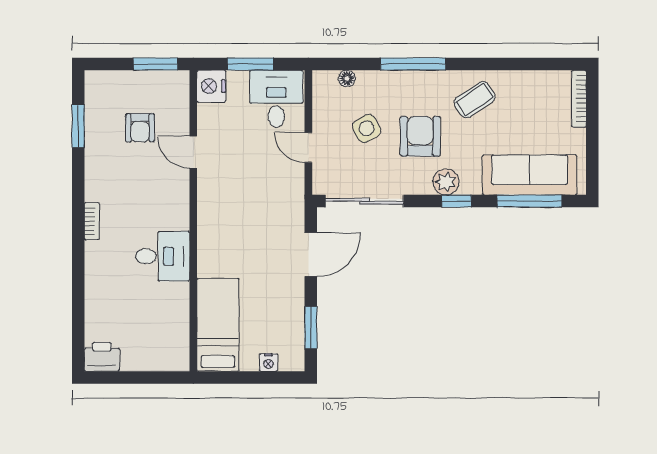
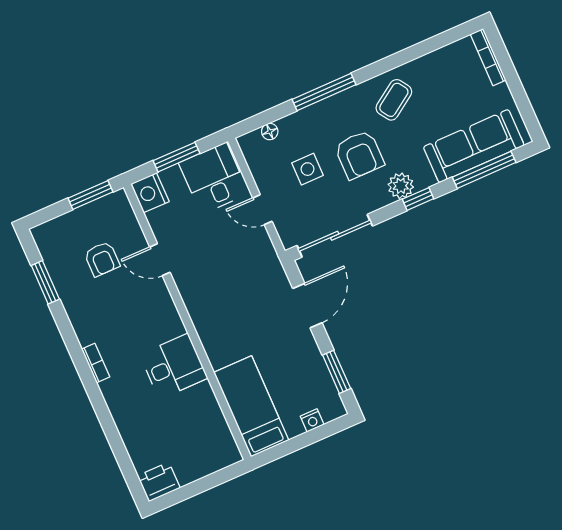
side table: (367, 128) -> (308, 169), turned 30
armchair: (420, 136) -> (359, 155), turned 180

